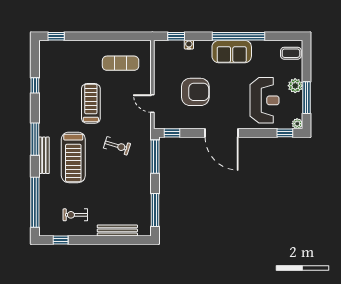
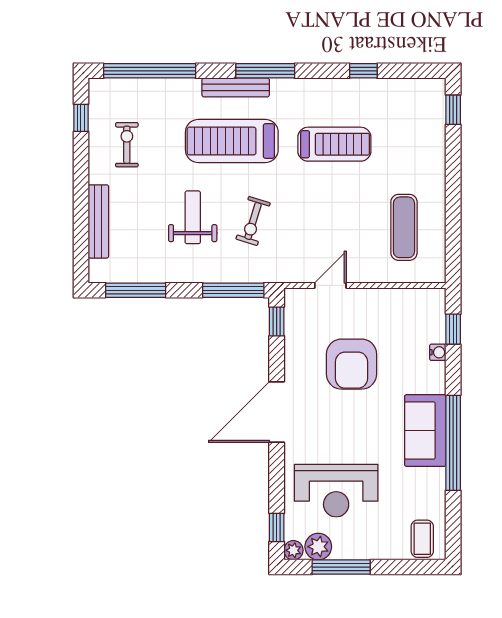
plant: (295, 86) -> (318, 547), moved
treadmill: (91, 103) -> (334, 144), moved
weight bench: (115, 179) -> (193, 217), added

